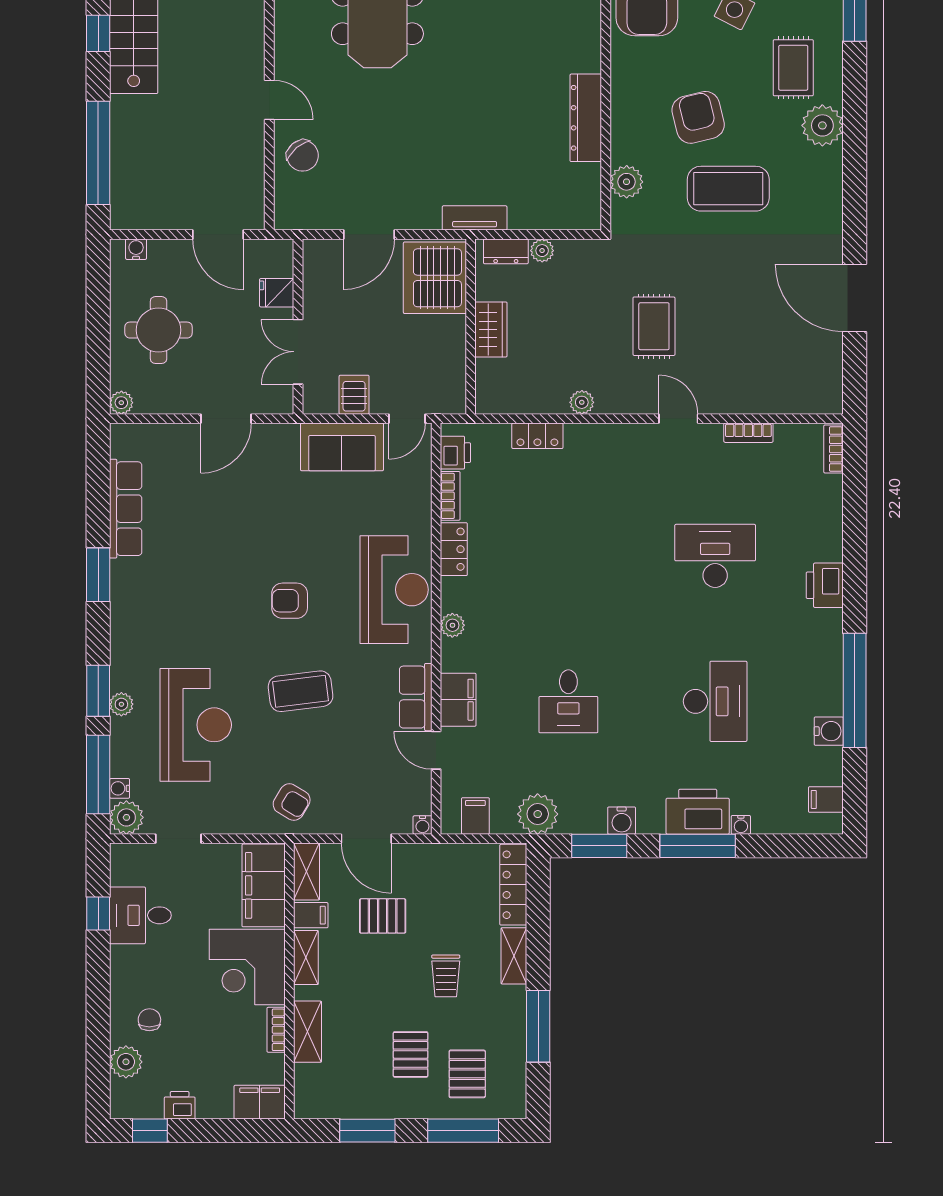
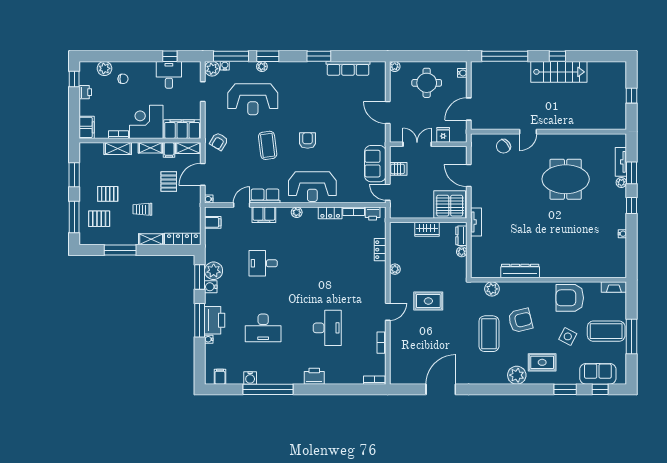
plant: (538, 814) -> (214, 271), moved

